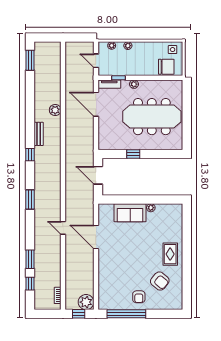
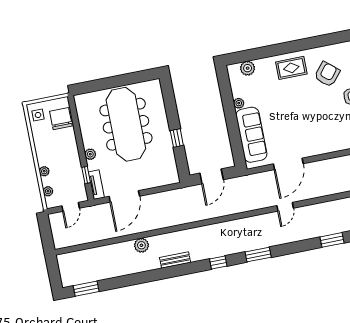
window: (30, 155) -> (218, 262), moved
sofa: (130, 213) -> (251, 135), width x1.36
plant: (177, 220) -> (248, 68), added

